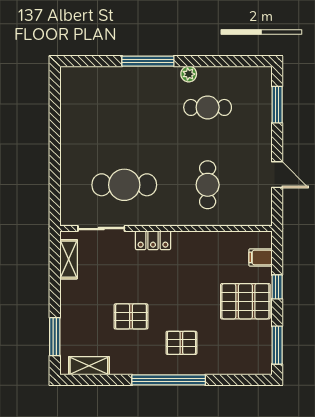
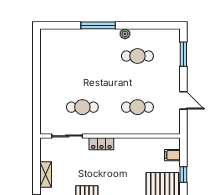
cafe table: (124, 185) -> (82, 107), width x0.73, depth x0.74
cafe table: (208, 185) -> (137, 107), turned 90
shelving: (69, 259) -> (46, 174), moved

